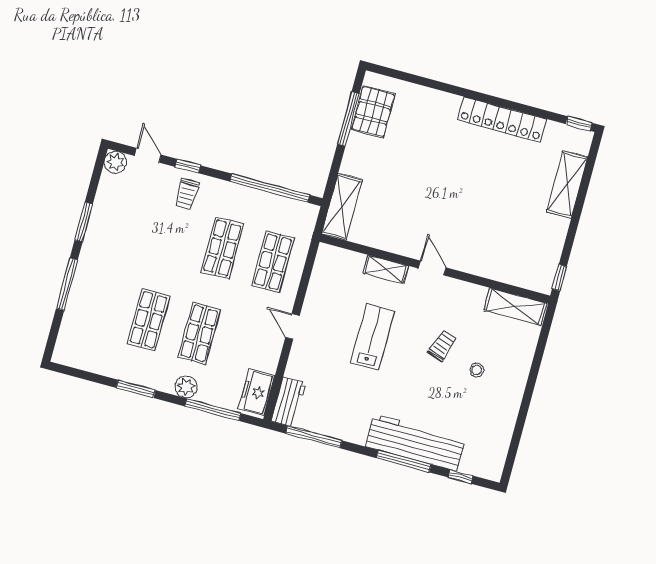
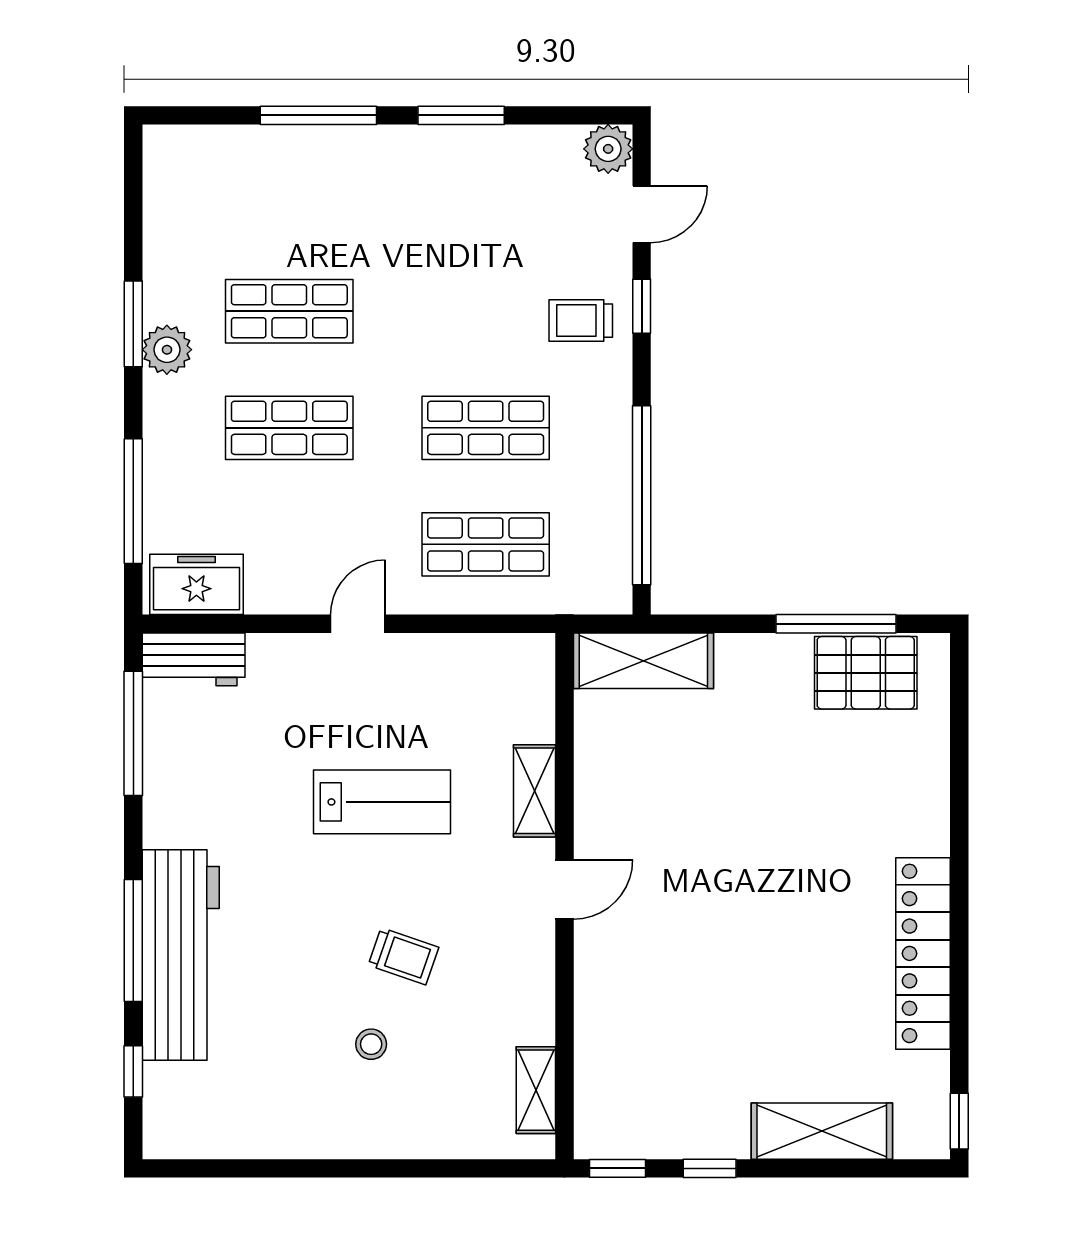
window: (570, 238) -> (710, 1168), added
shelving: (515, 307) -> (536, 1090), width x0.67, depth x0.75
plant: (186, 387) -> (167, 350), moved

